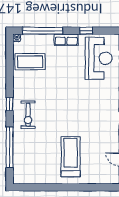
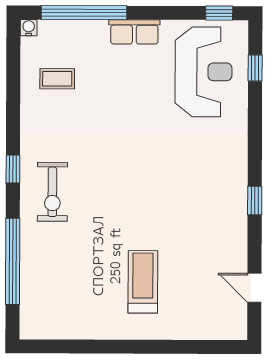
window: (86, 31) -> (219, 13), moved
coffee table: (30, 62) -> (57, 79), width x0.54, depth x0.58
treadmill: (71, 157) -> (143, 282), width x0.73, depth x0.73

